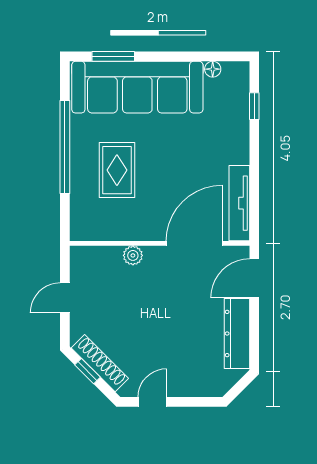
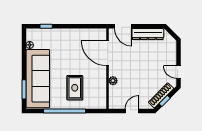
rug: (117, 170) -> (75, 88), turned 90
tv unit: (239, 203) -> (90, 33), removed
door: (65, 298) -> (132, 111), swing flipped

